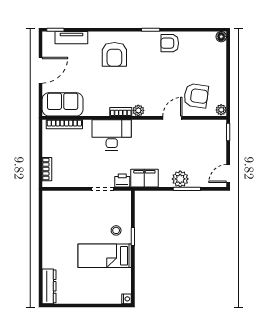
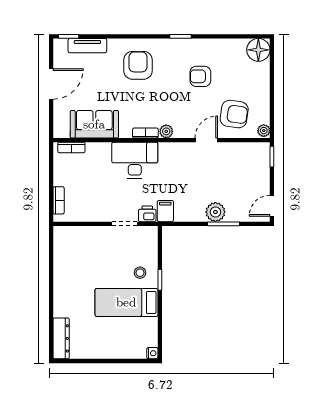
floor lamp: (221, 37) -> (258, 50), width x1.89, depth x1.89
armchair: (170, 43) -> (200, 76), moved
armchair: (114, 54) -> (138, 65), turned 180
sofa: (63, 104) -> (94, 124), moved
bookcase: (64, 124) -> (71, 148), width x0.64
filing cabinet: (144, 178) -> (165, 211), width x0.50

